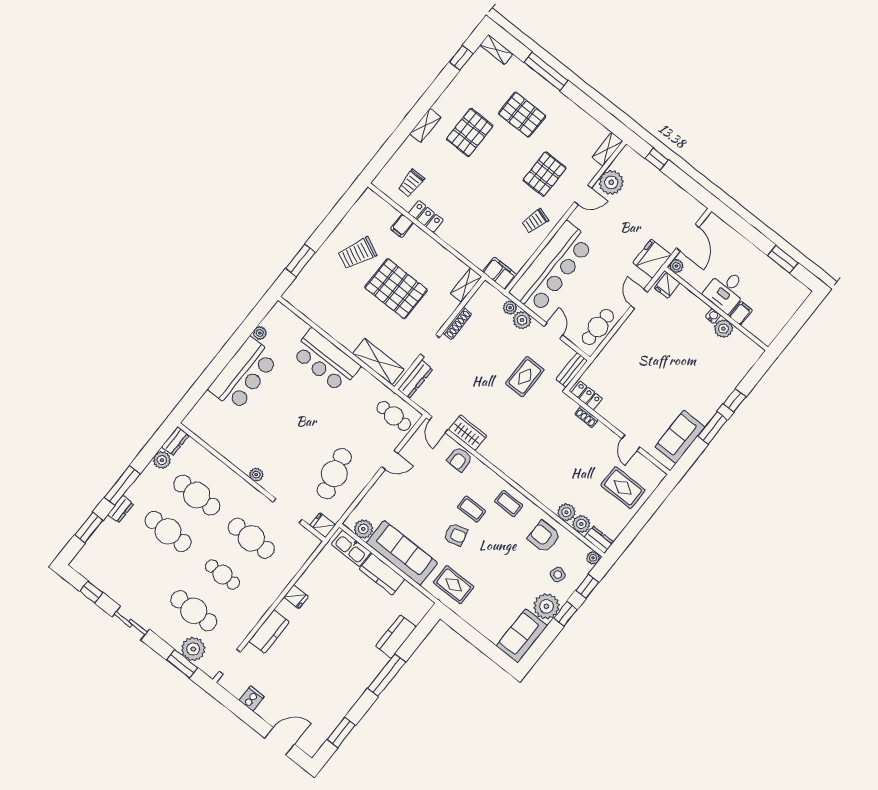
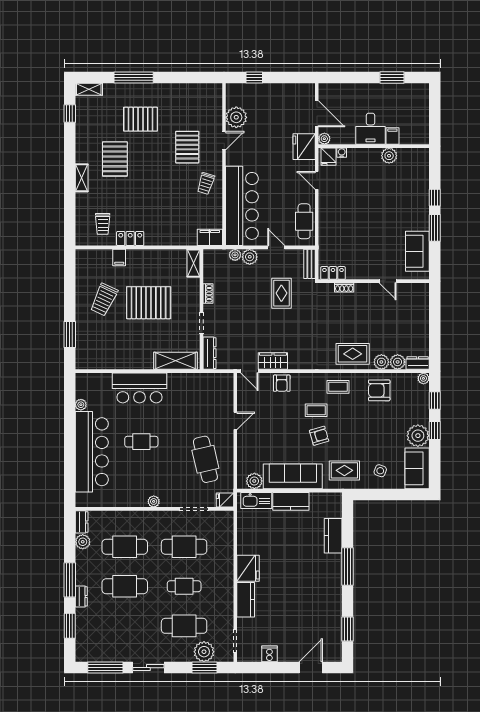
shelving: (607, 149) -> (216, 97), removed
water cooler: (713, 316) -> (342, 153), moved
shoe rack: (457, 323) -> (208, 293), width x0.70
bar counter: (243, 374) -> (92, 452), width x1.36
cafe table: (394, 416) -> (141, 442), moved
rug: (623, 488) -> (353, 354), moved
side table: (558, 575) -> (380, 471), moved
window: (91, 592) -> (105, 668), width x2.17
fridge: (296, 597) -> (248, 568), width x1.88, depth x1.34

